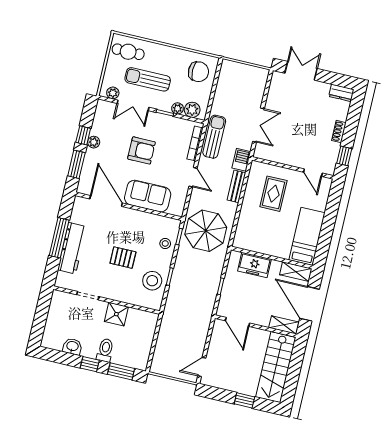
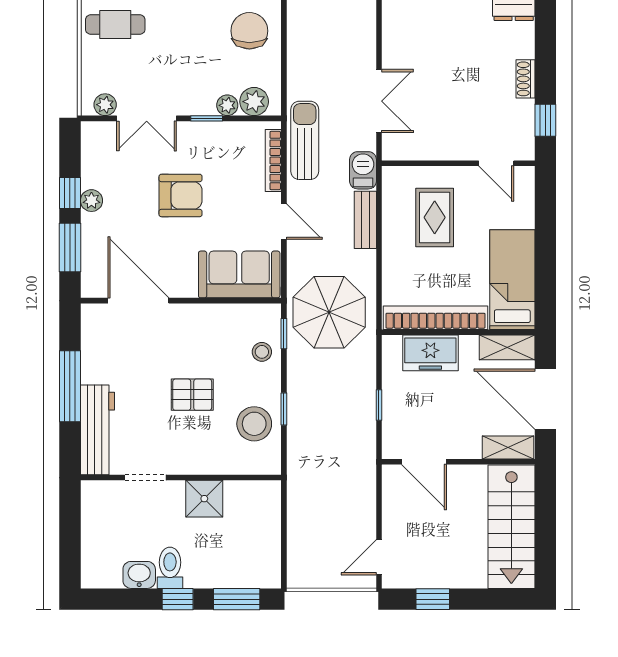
chair: (198, 72) -> (249, 31), turned -90
sun lounger: (148, 79) -> (162, 66), removed
sofa: (148, 196) -> (239, 274), moved
bookcase: (261, 247) -> (435, 318), added
workbench: (72, 248) -> (97, 430), moved
toilet: (105, 350) -> (170, 568), moved
window: (244, 400) -> (433, 599), moved

